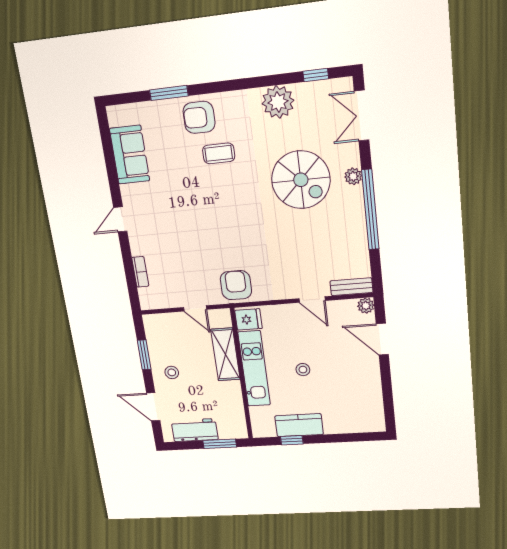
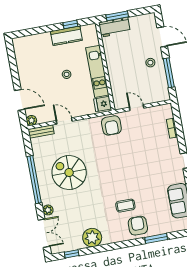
armchair: (199, 117) -> (138, 226), turned -90
plant: (353, 176) -> (48, 210), moved
spiral stairs: (301, 180) -> (69, 173), moved
shelving: (225, 354) -> (116, 79), removed
window: (144, 355) -> (169, 73), width x1.44
workbench: (195, 430) -> (114, 27), moved

